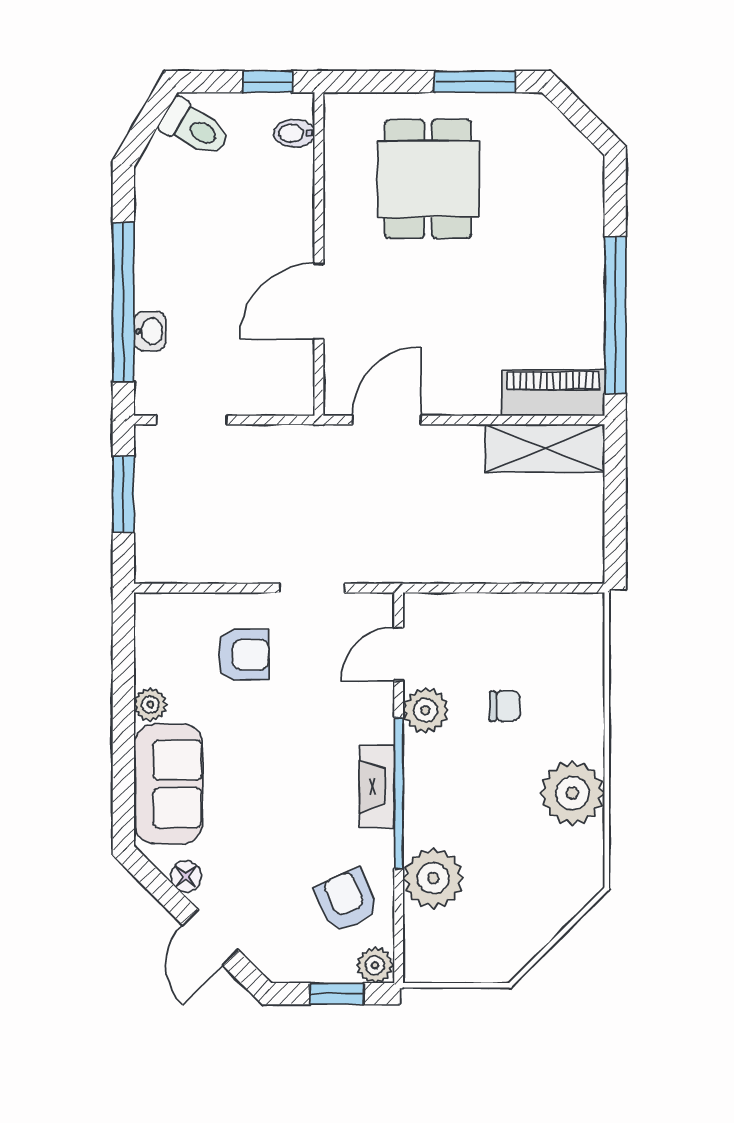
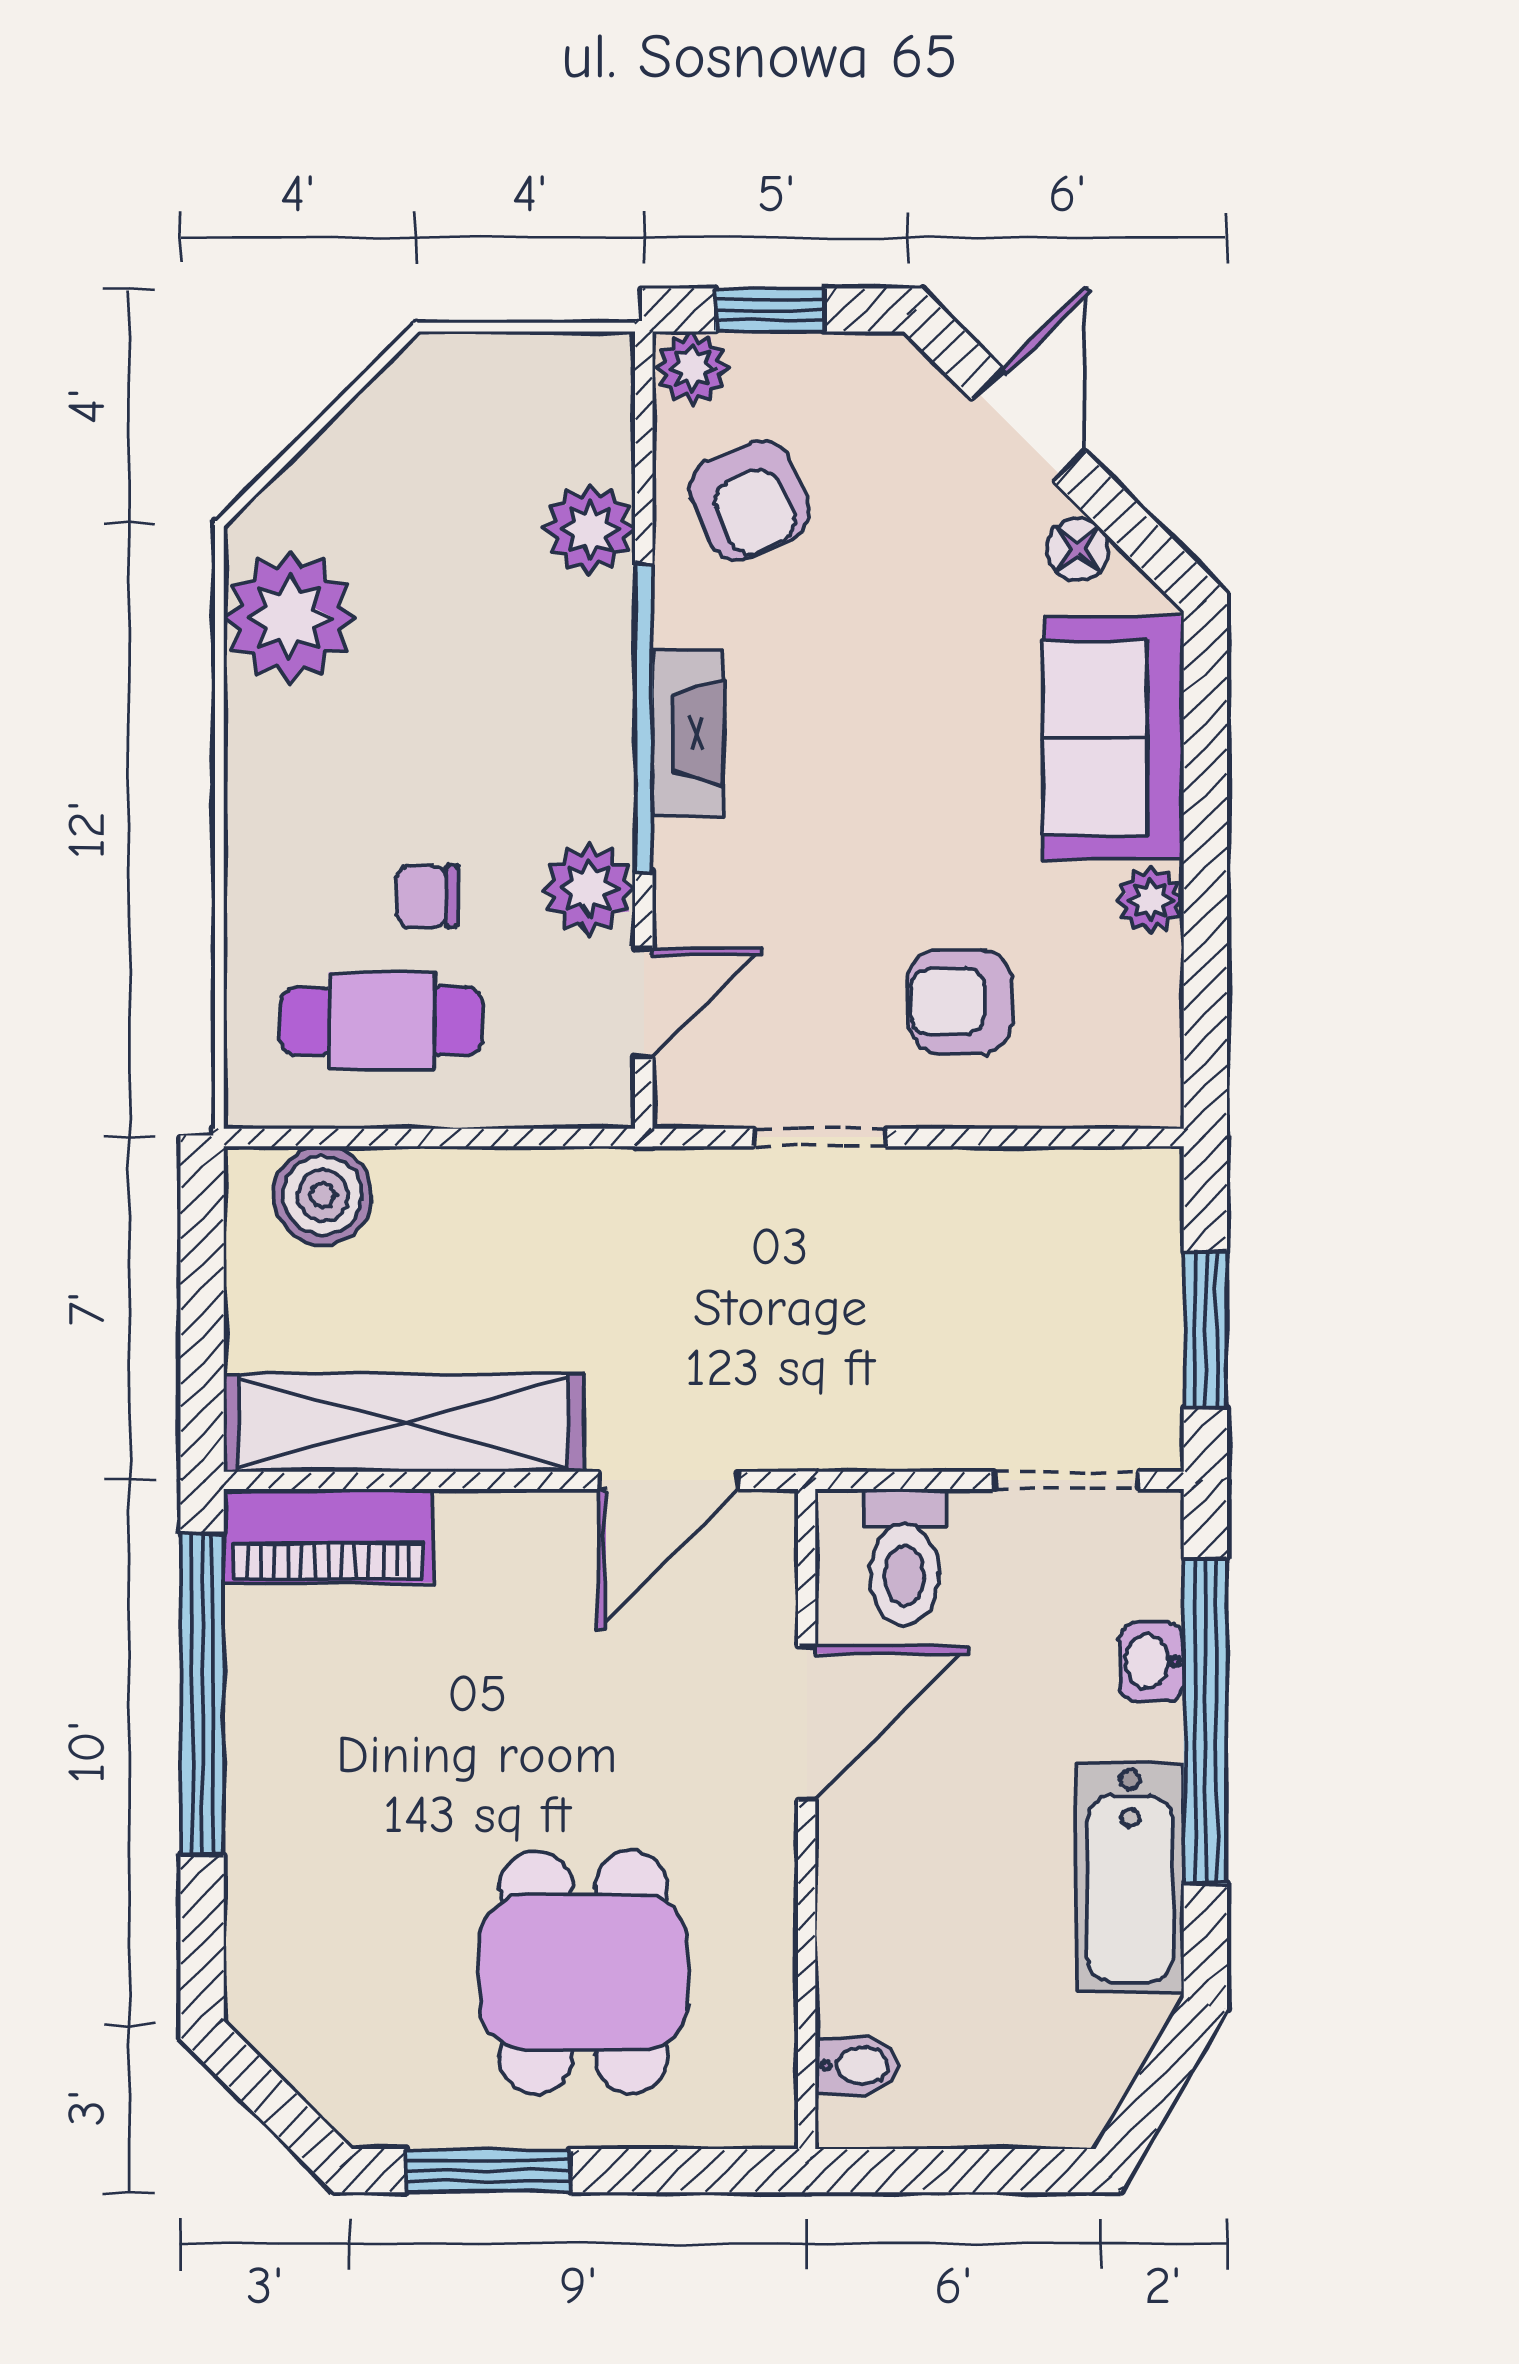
window: (268, 82) -> (911, 2171), removed
toilet: (195, 128) -> (904, 1557), moved, turned -120
bathtub: (160, 225) -> (1130, 1877), added
shelving: (545, 448) -> (403, 1423), width x1.47
boiler: (556, 560) -> (323, 1195), added
cafe table: (527, 645) -> (381, 1021), added
plant: (572, 793) -> (290, 617), moved
plant: (433, 878) -> (590, 529), width x0.73, depth x0.73

